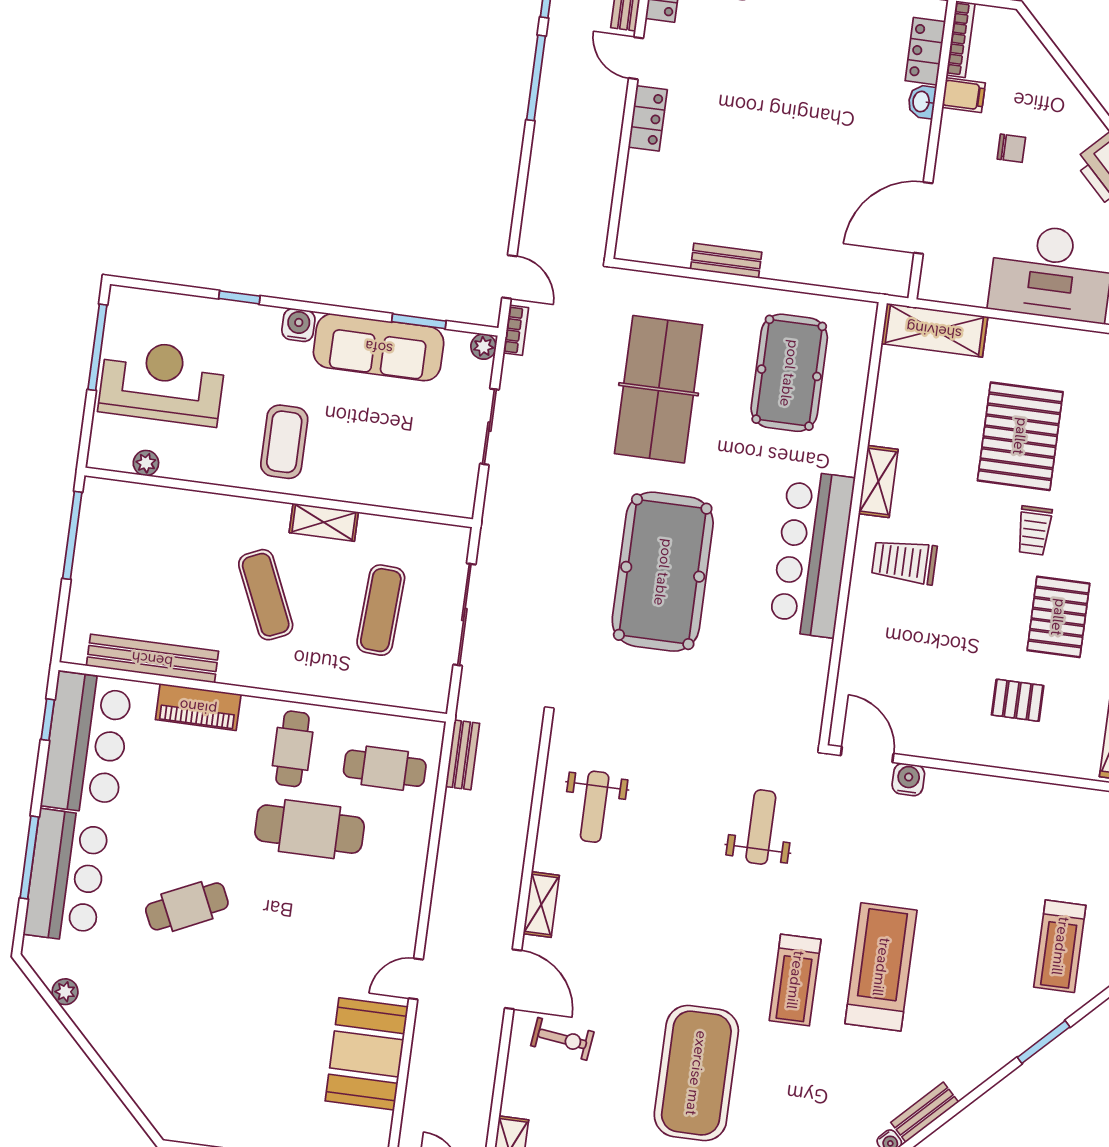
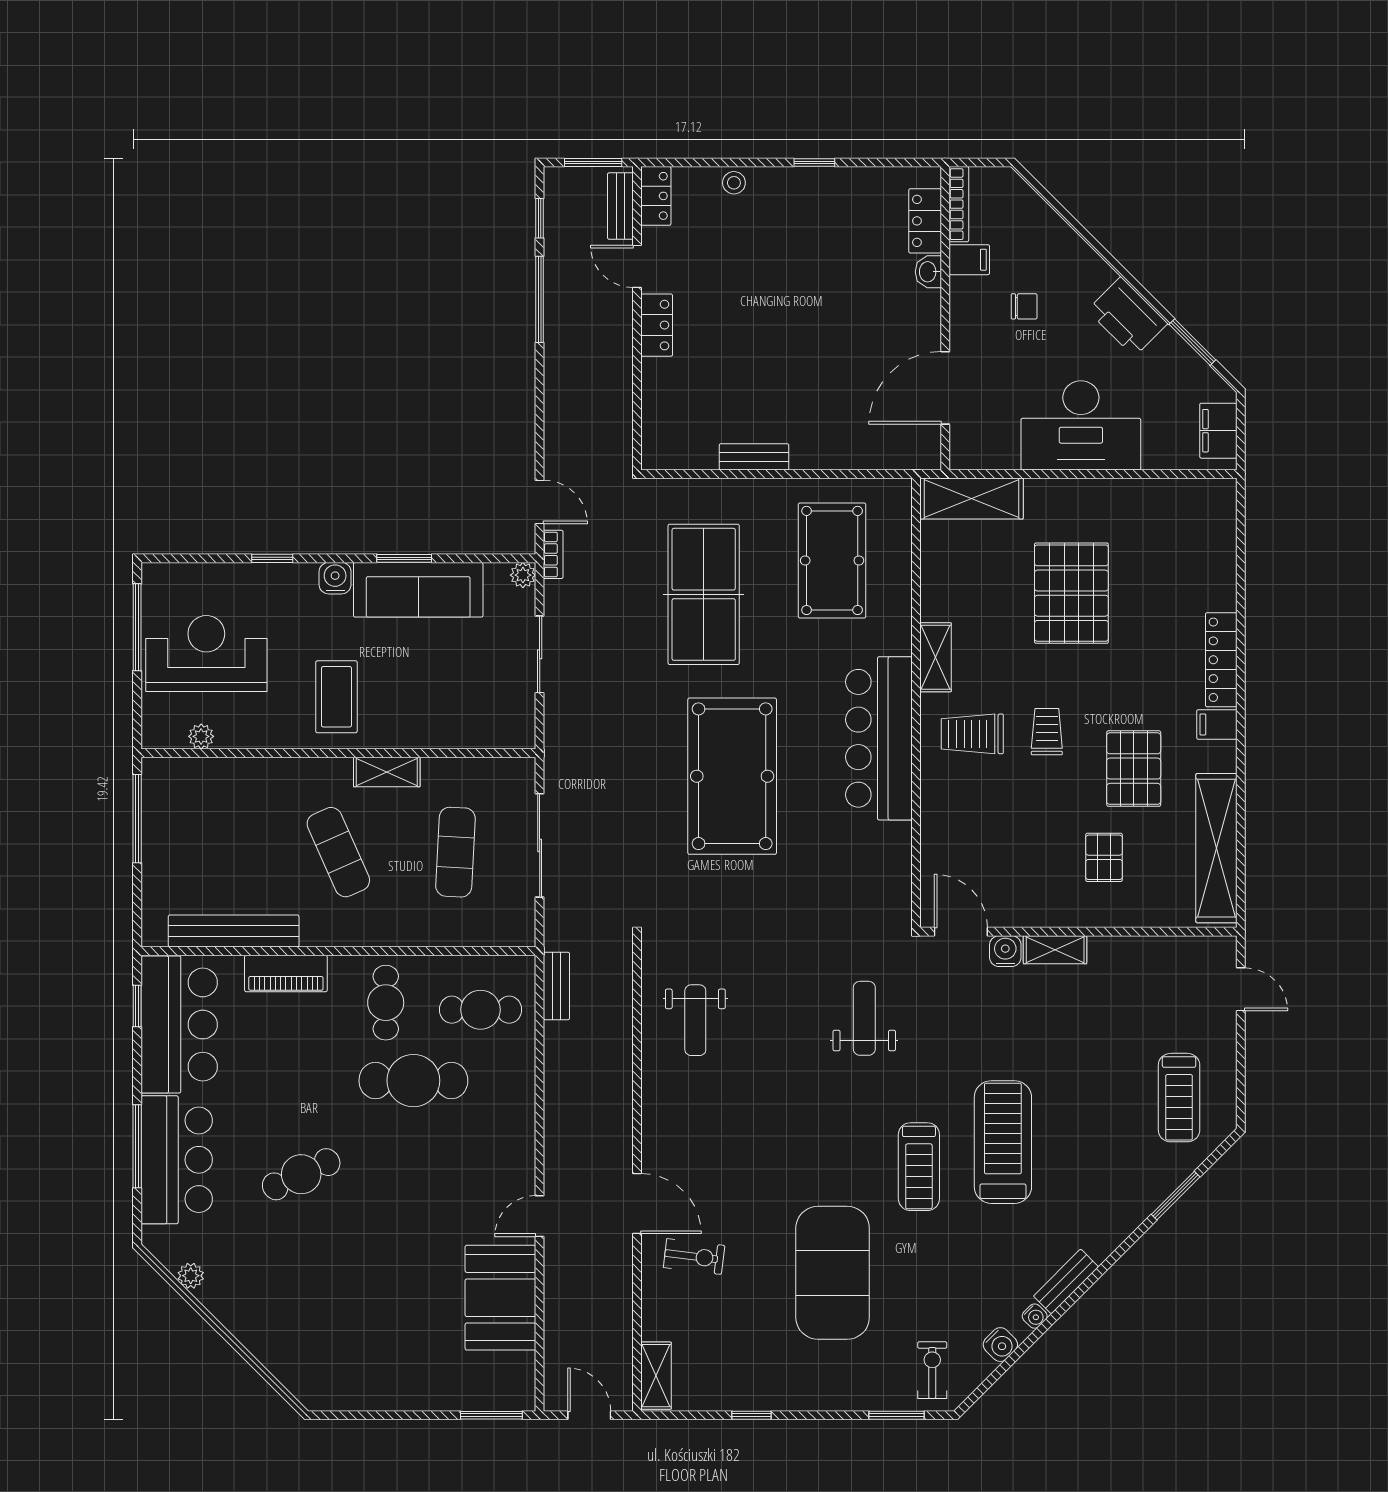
window: (419, 321) -> (404, 558), moved
trolley: (1034, 530) -> (1047, 732), moved, turned 180
pallet: (1018, 700) -> (1104, 857), turned 90
shelving: (541, 905) -> (1055, 950), moved, turned 90

